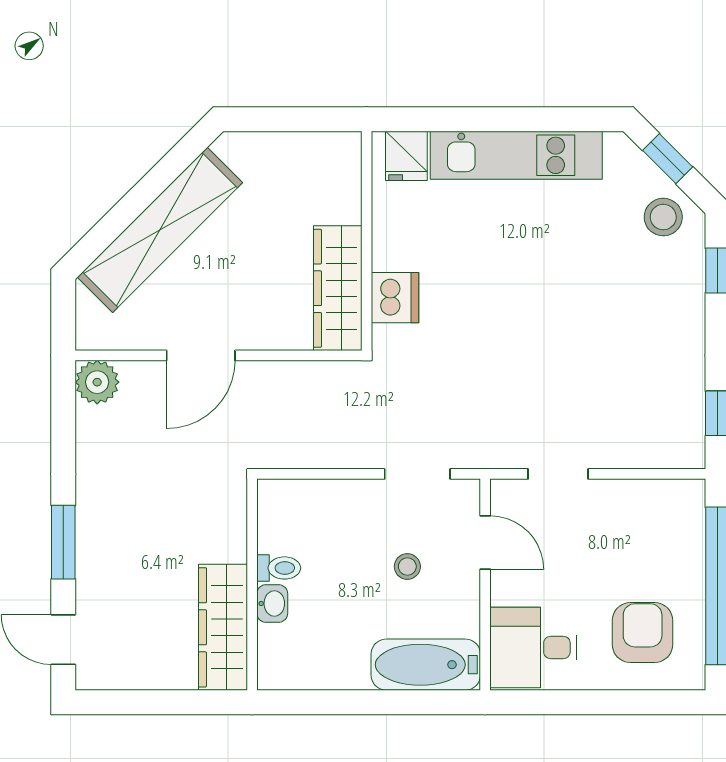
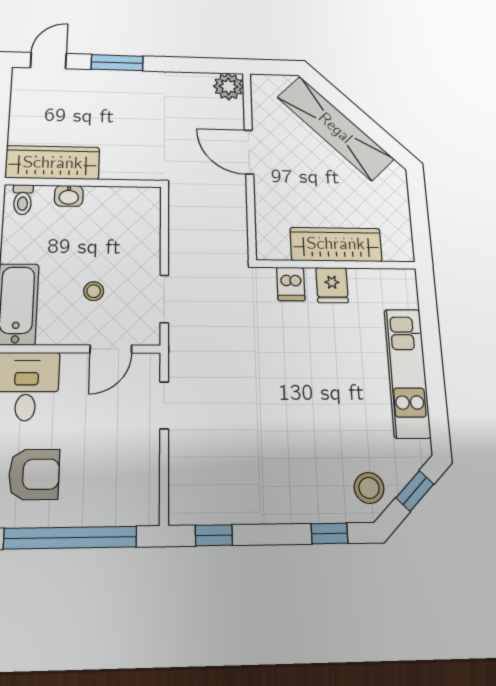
fridge: (406, 156) -> (332, 285), moved, turned -90
wardrobe: (338, 288) -> (336, 244), moved
dishwasher: (395, 298) -> (291, 284), width x0.73
toilet: (279, 568) -> (23, 200), moved

